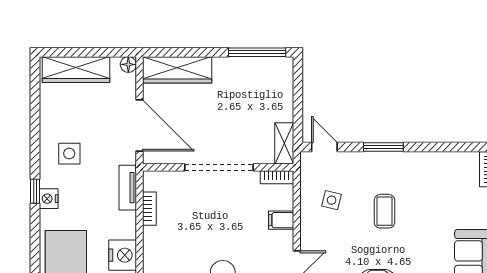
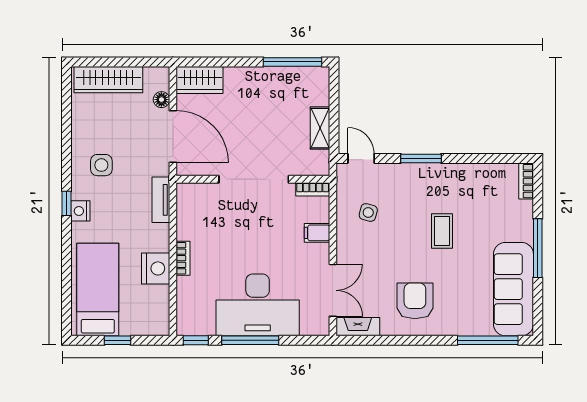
floor lamp: (128, 64) -> (161, 100), moved
wardrobe: (177, 70) -> (200, 80), width x0.67
shelving: (284, 143) -> (320, 128), moved
bookcase: (149, 209) -> (183, 258), moved
coffee table: (384, 211) -> (442, 231), moved

